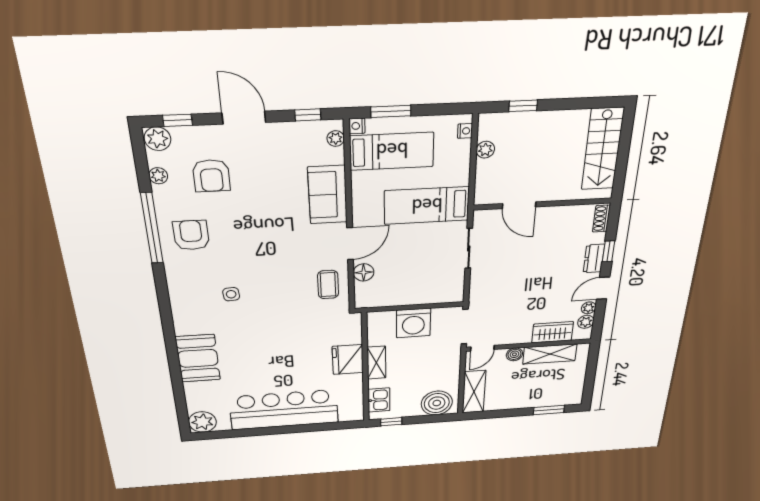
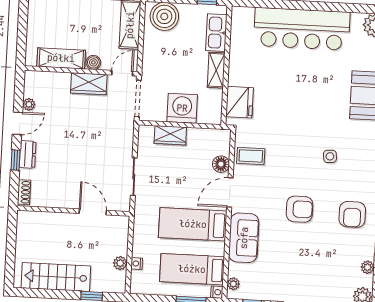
nightstand: (465, 131) -> (137, 264), moved
stairs: (603, 149) -> (56, 277), moved, turned -90
armchair: (211, 176) -> (300, 209), moved, turned 90
bed: (427, 206) -> (193, 224), moved, turned 180
coffee table: (328, 285) -> (251, 156), turned 90
wardrobe: (426, 295) -> (170, 135), added
plant: (586, 322) -> (30, 90), removed
wardrobe: (553, 332) -> (89, 84), moved
fridge: (348, 360) -> (240, 102), moved
kitchen sink: (379, 400) -> (216, 33), width x1.38

